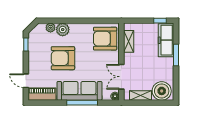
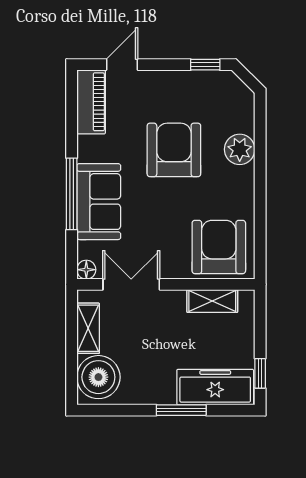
plant: (51, 28) -> (244, 121), removed
sofa: (79, 91) -> (99, 202), width x0.73

